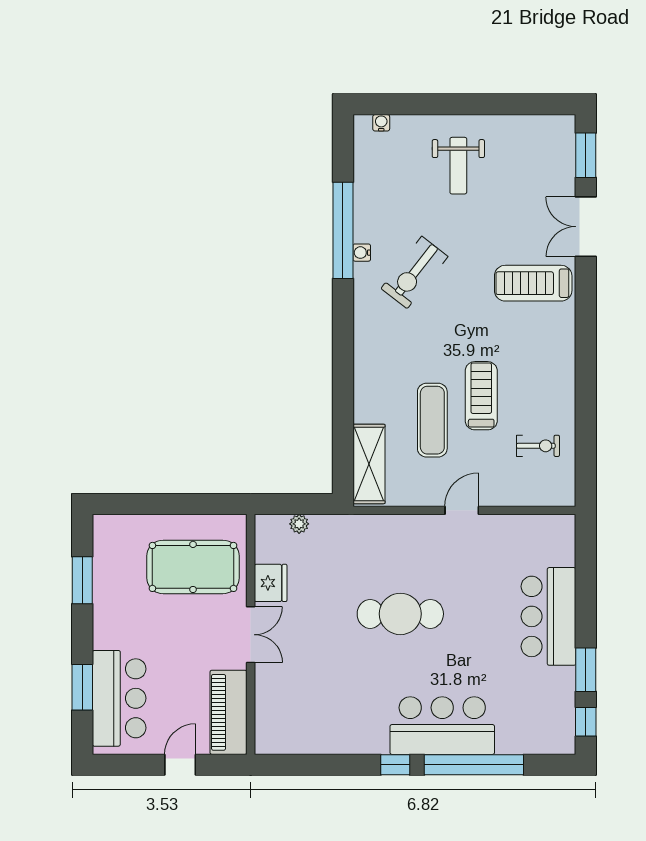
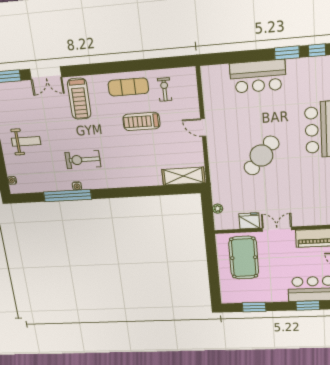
exercise bike: (414, 272) -> (83, 160), turned 142
exercise mat: (432, 420) -> (128, 87), moved
cafe table: (400, 614) -> (261, 156), turned 40

